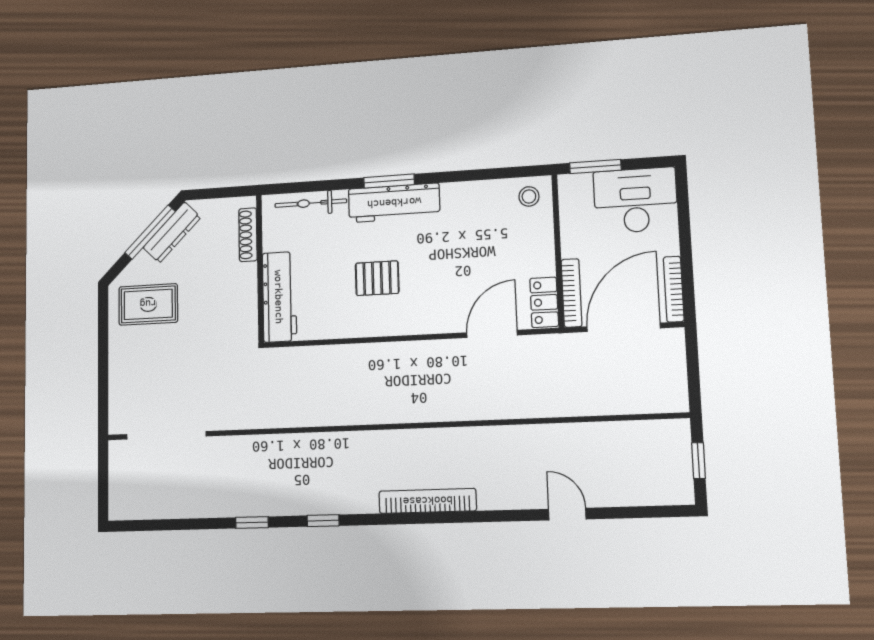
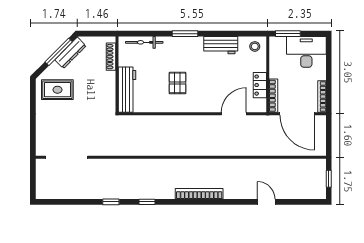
workbench: (394, 203) -> (221, 45), moved, width x0.73
pallet: (377, 278) -> (177, 83), turned 90
locker: (544, 302) -> (260, 85), moved
door: (623, 327) -> (297, 114), swing flipped

